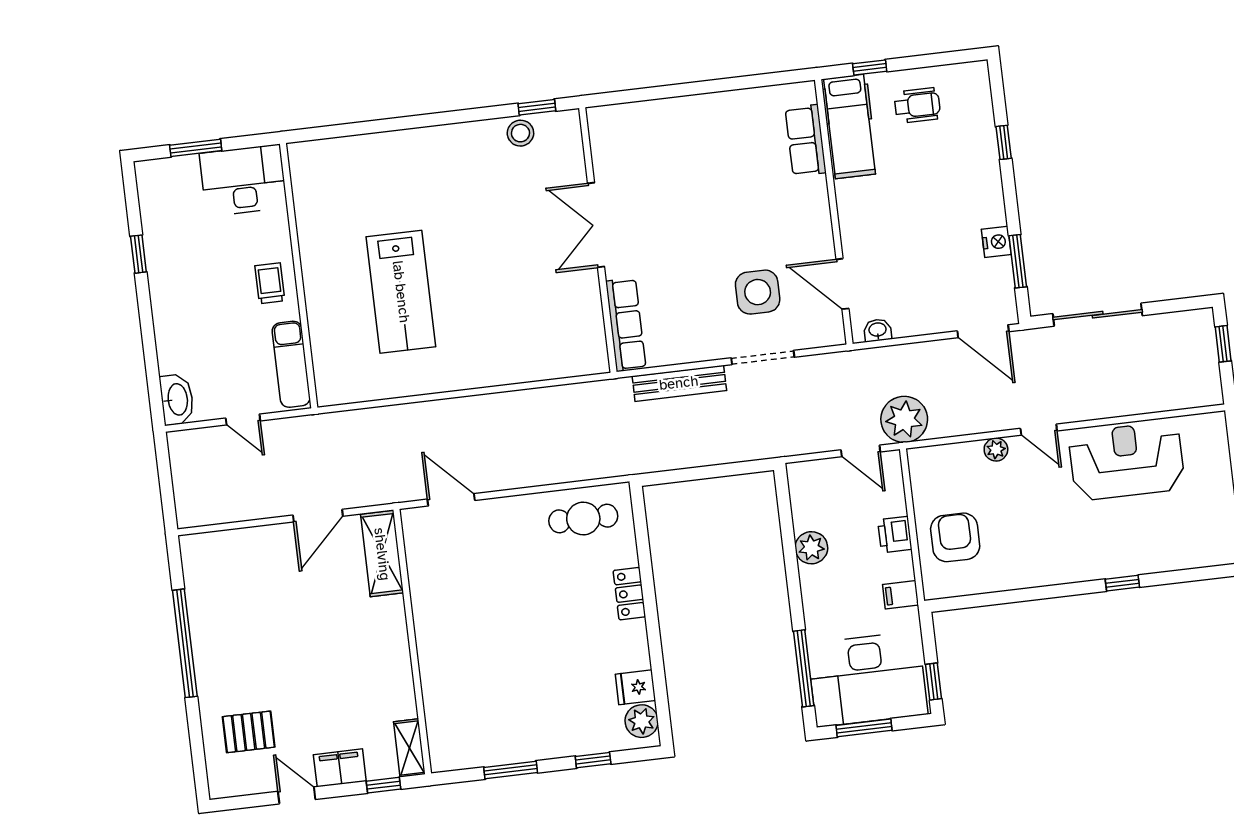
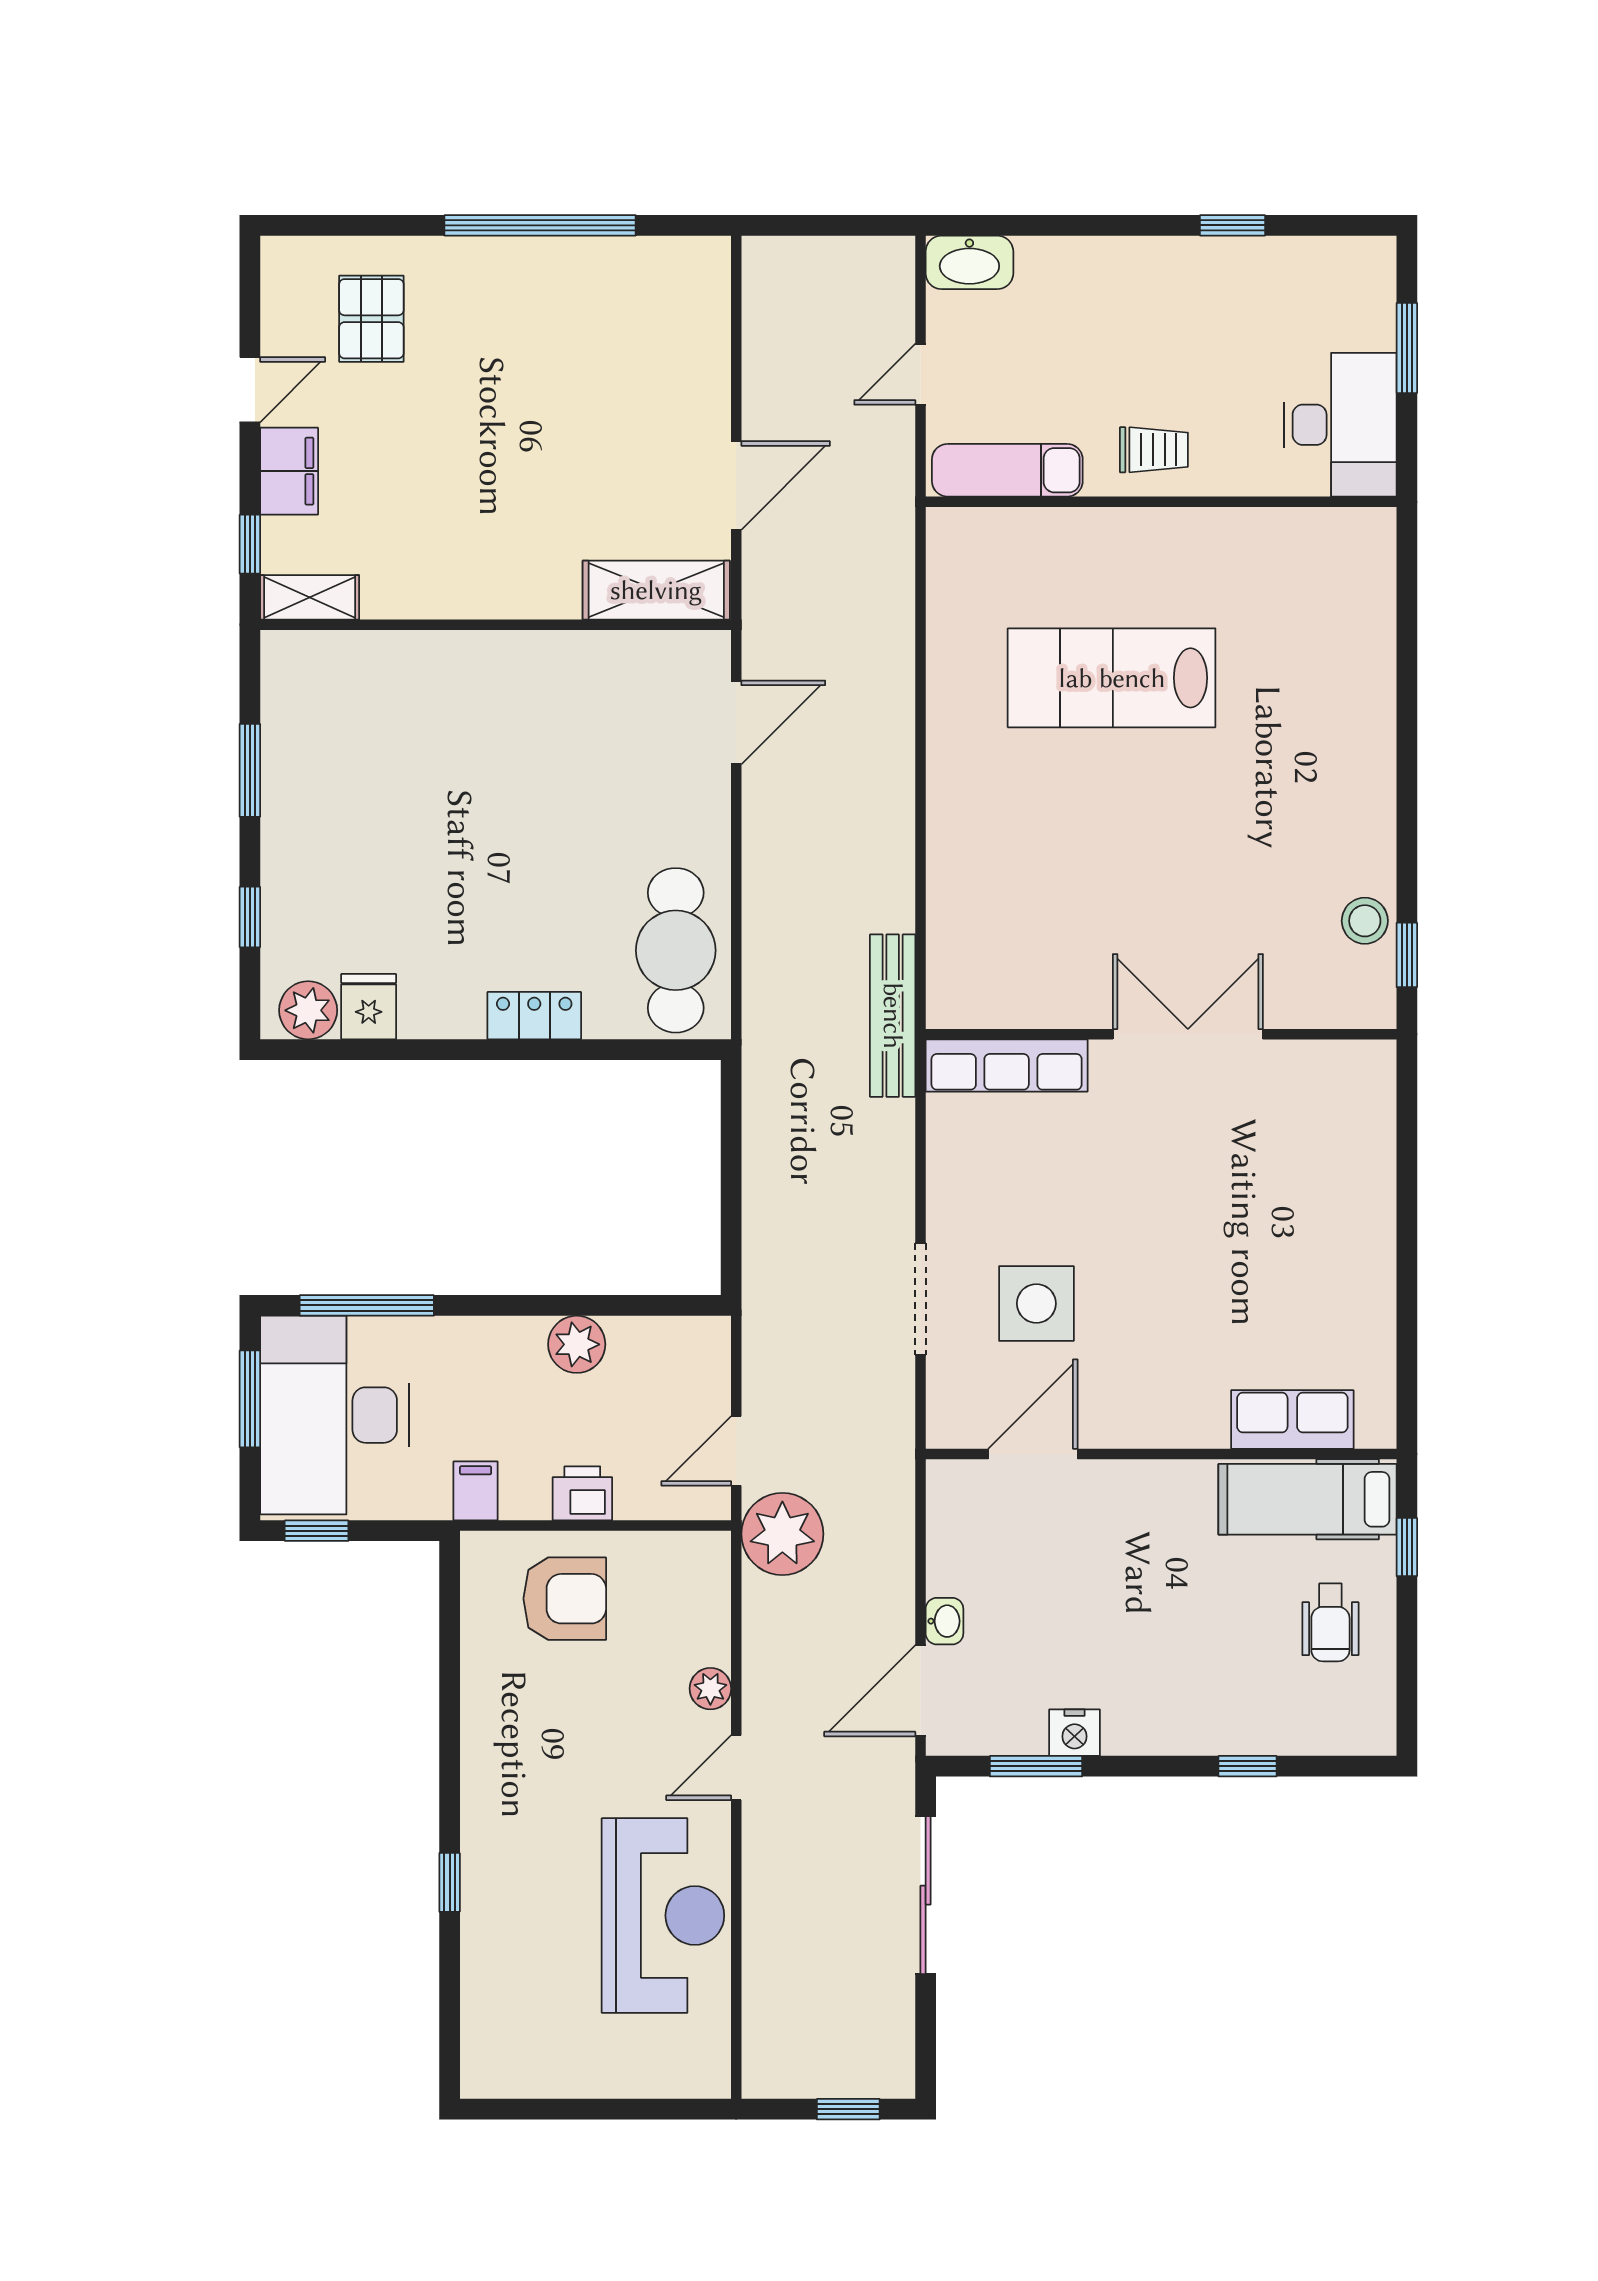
washbasin: (878, 330) -> (944, 1621), moved
bench: (679, 383) -> (893, 1016), moved
door: (318, 516) -> (736, 486), swing flipped
cafe table: (583, 518) -> (676, 950), width x1.37, depth x1.35

